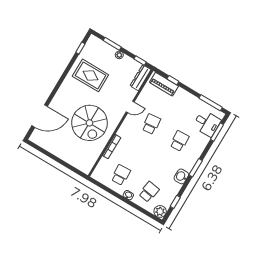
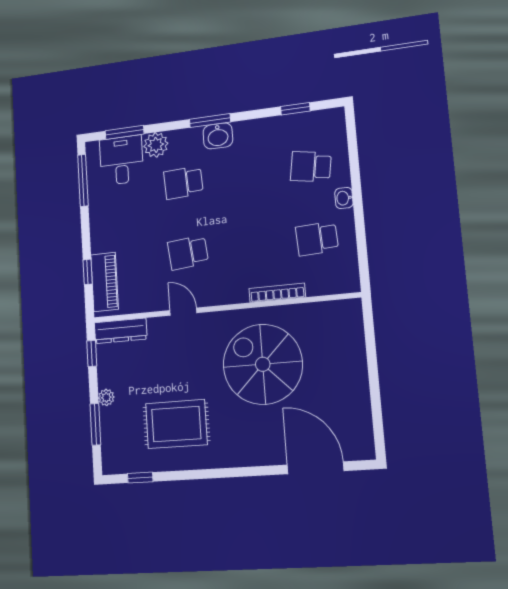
rug: (90, 75) -> (176, 424), turned 90
spiral stairs: (89, 123) -> (263, 364), turned -90
washbasin: (181, 176) -> (218, 136), moved
plant: (160, 211) -> (156, 145), moved

